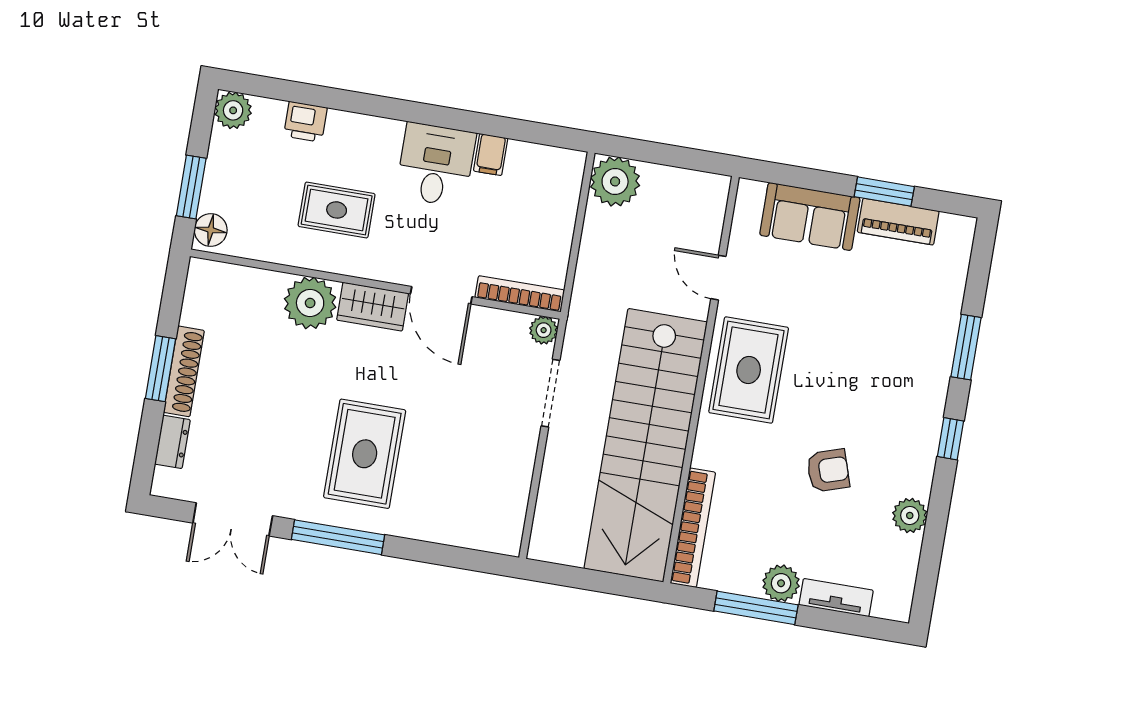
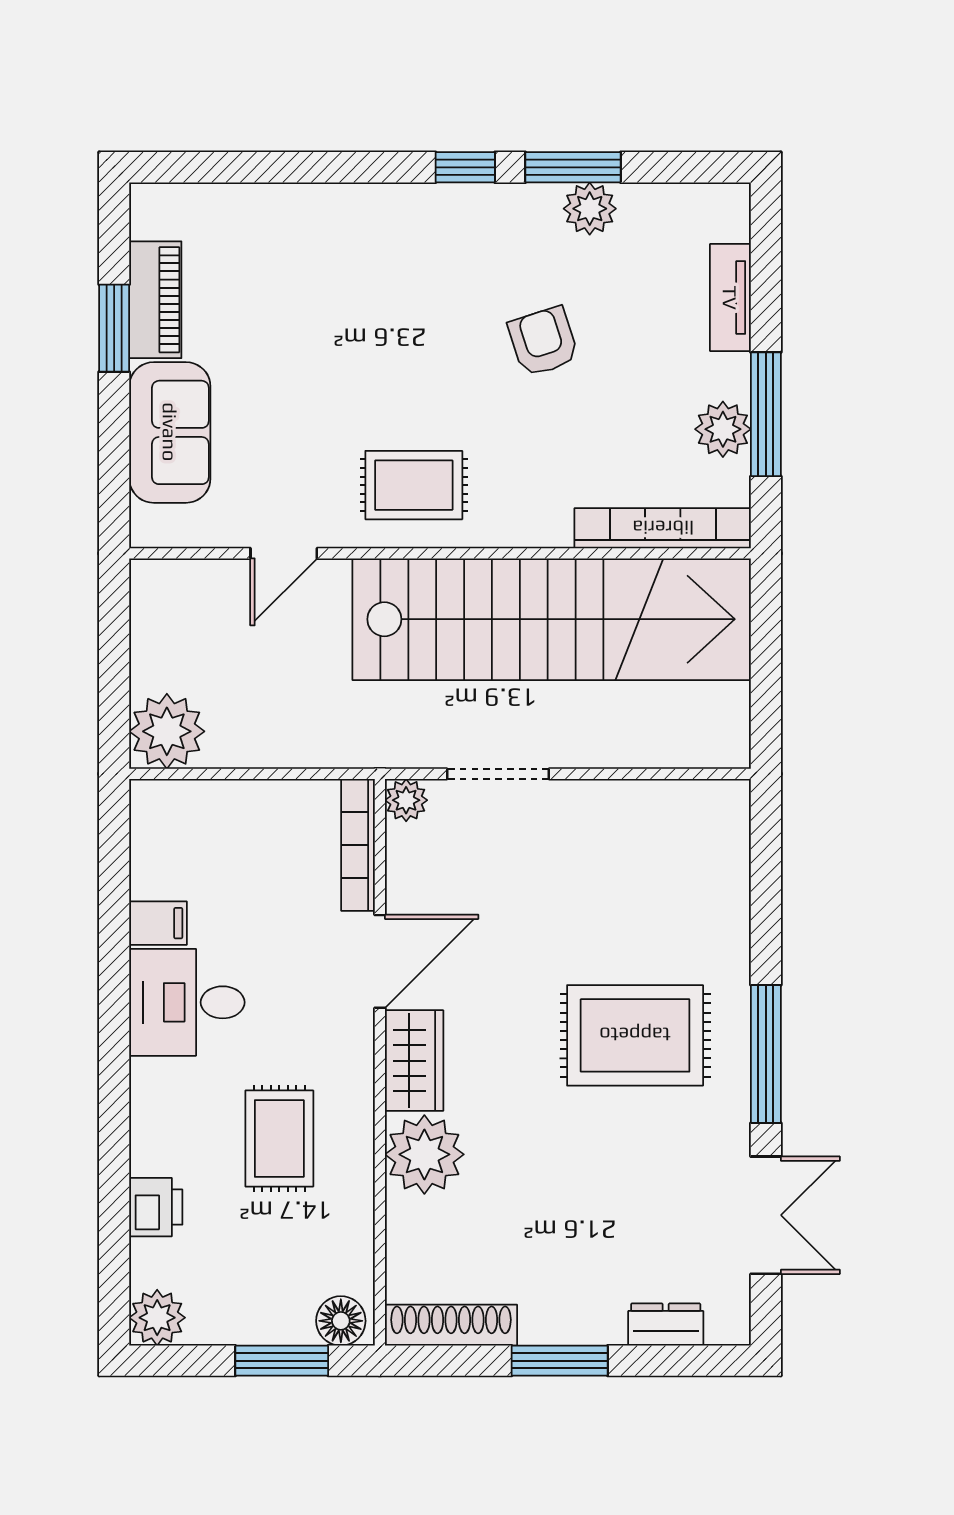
window: (966, 347) -> (573, 167), moved
rug: (749, 370) -> (414, 485), width x0.73, depth x0.70
shoe rack: (184, 371) -> (451, 1325), moved
plant: (781, 583) -> (723, 429), moved

